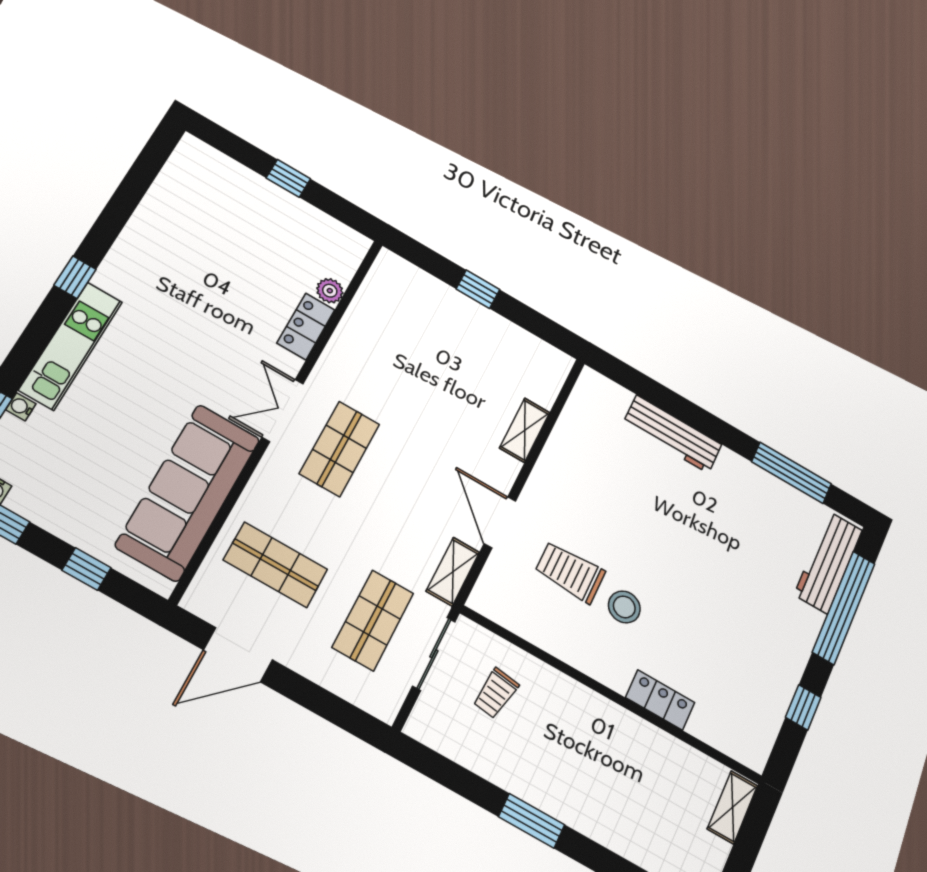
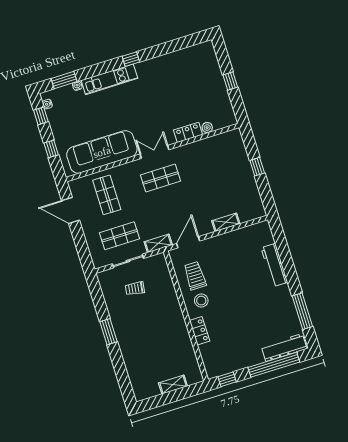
wall: (612, 695) -> (186, 316), moved
locker: (660, 700) -> (200, 331), moved

